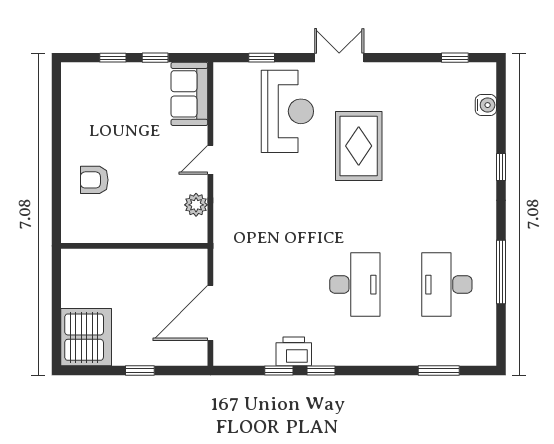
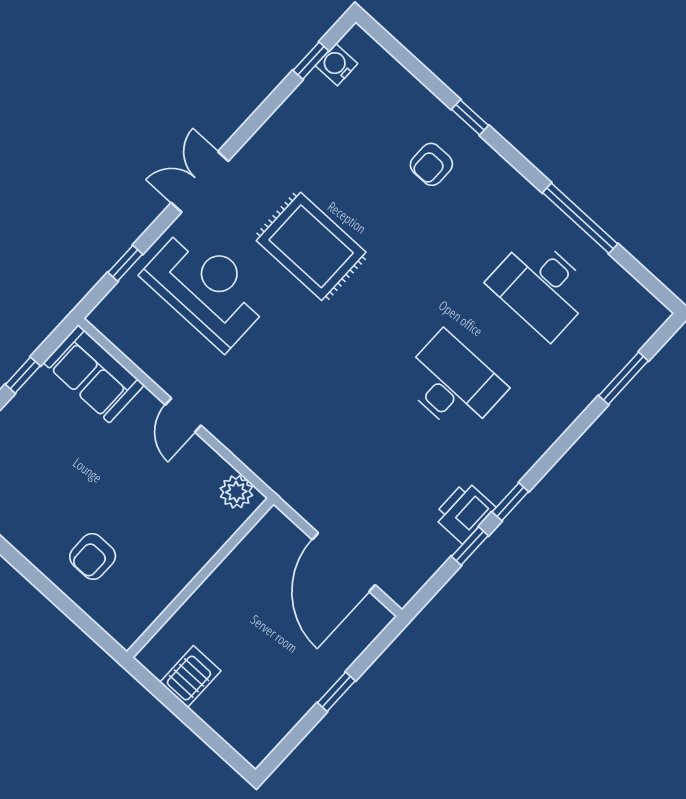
water cooler: (486, 105) -> (336, 65), moved, turned -90
armchair: (458, 169) -> (431, 164), added
plant: (196, 205) -> (236, 492), moved
server rack: (86, 337) -> (190, 677), moved, width x0.46, depth x0.70

